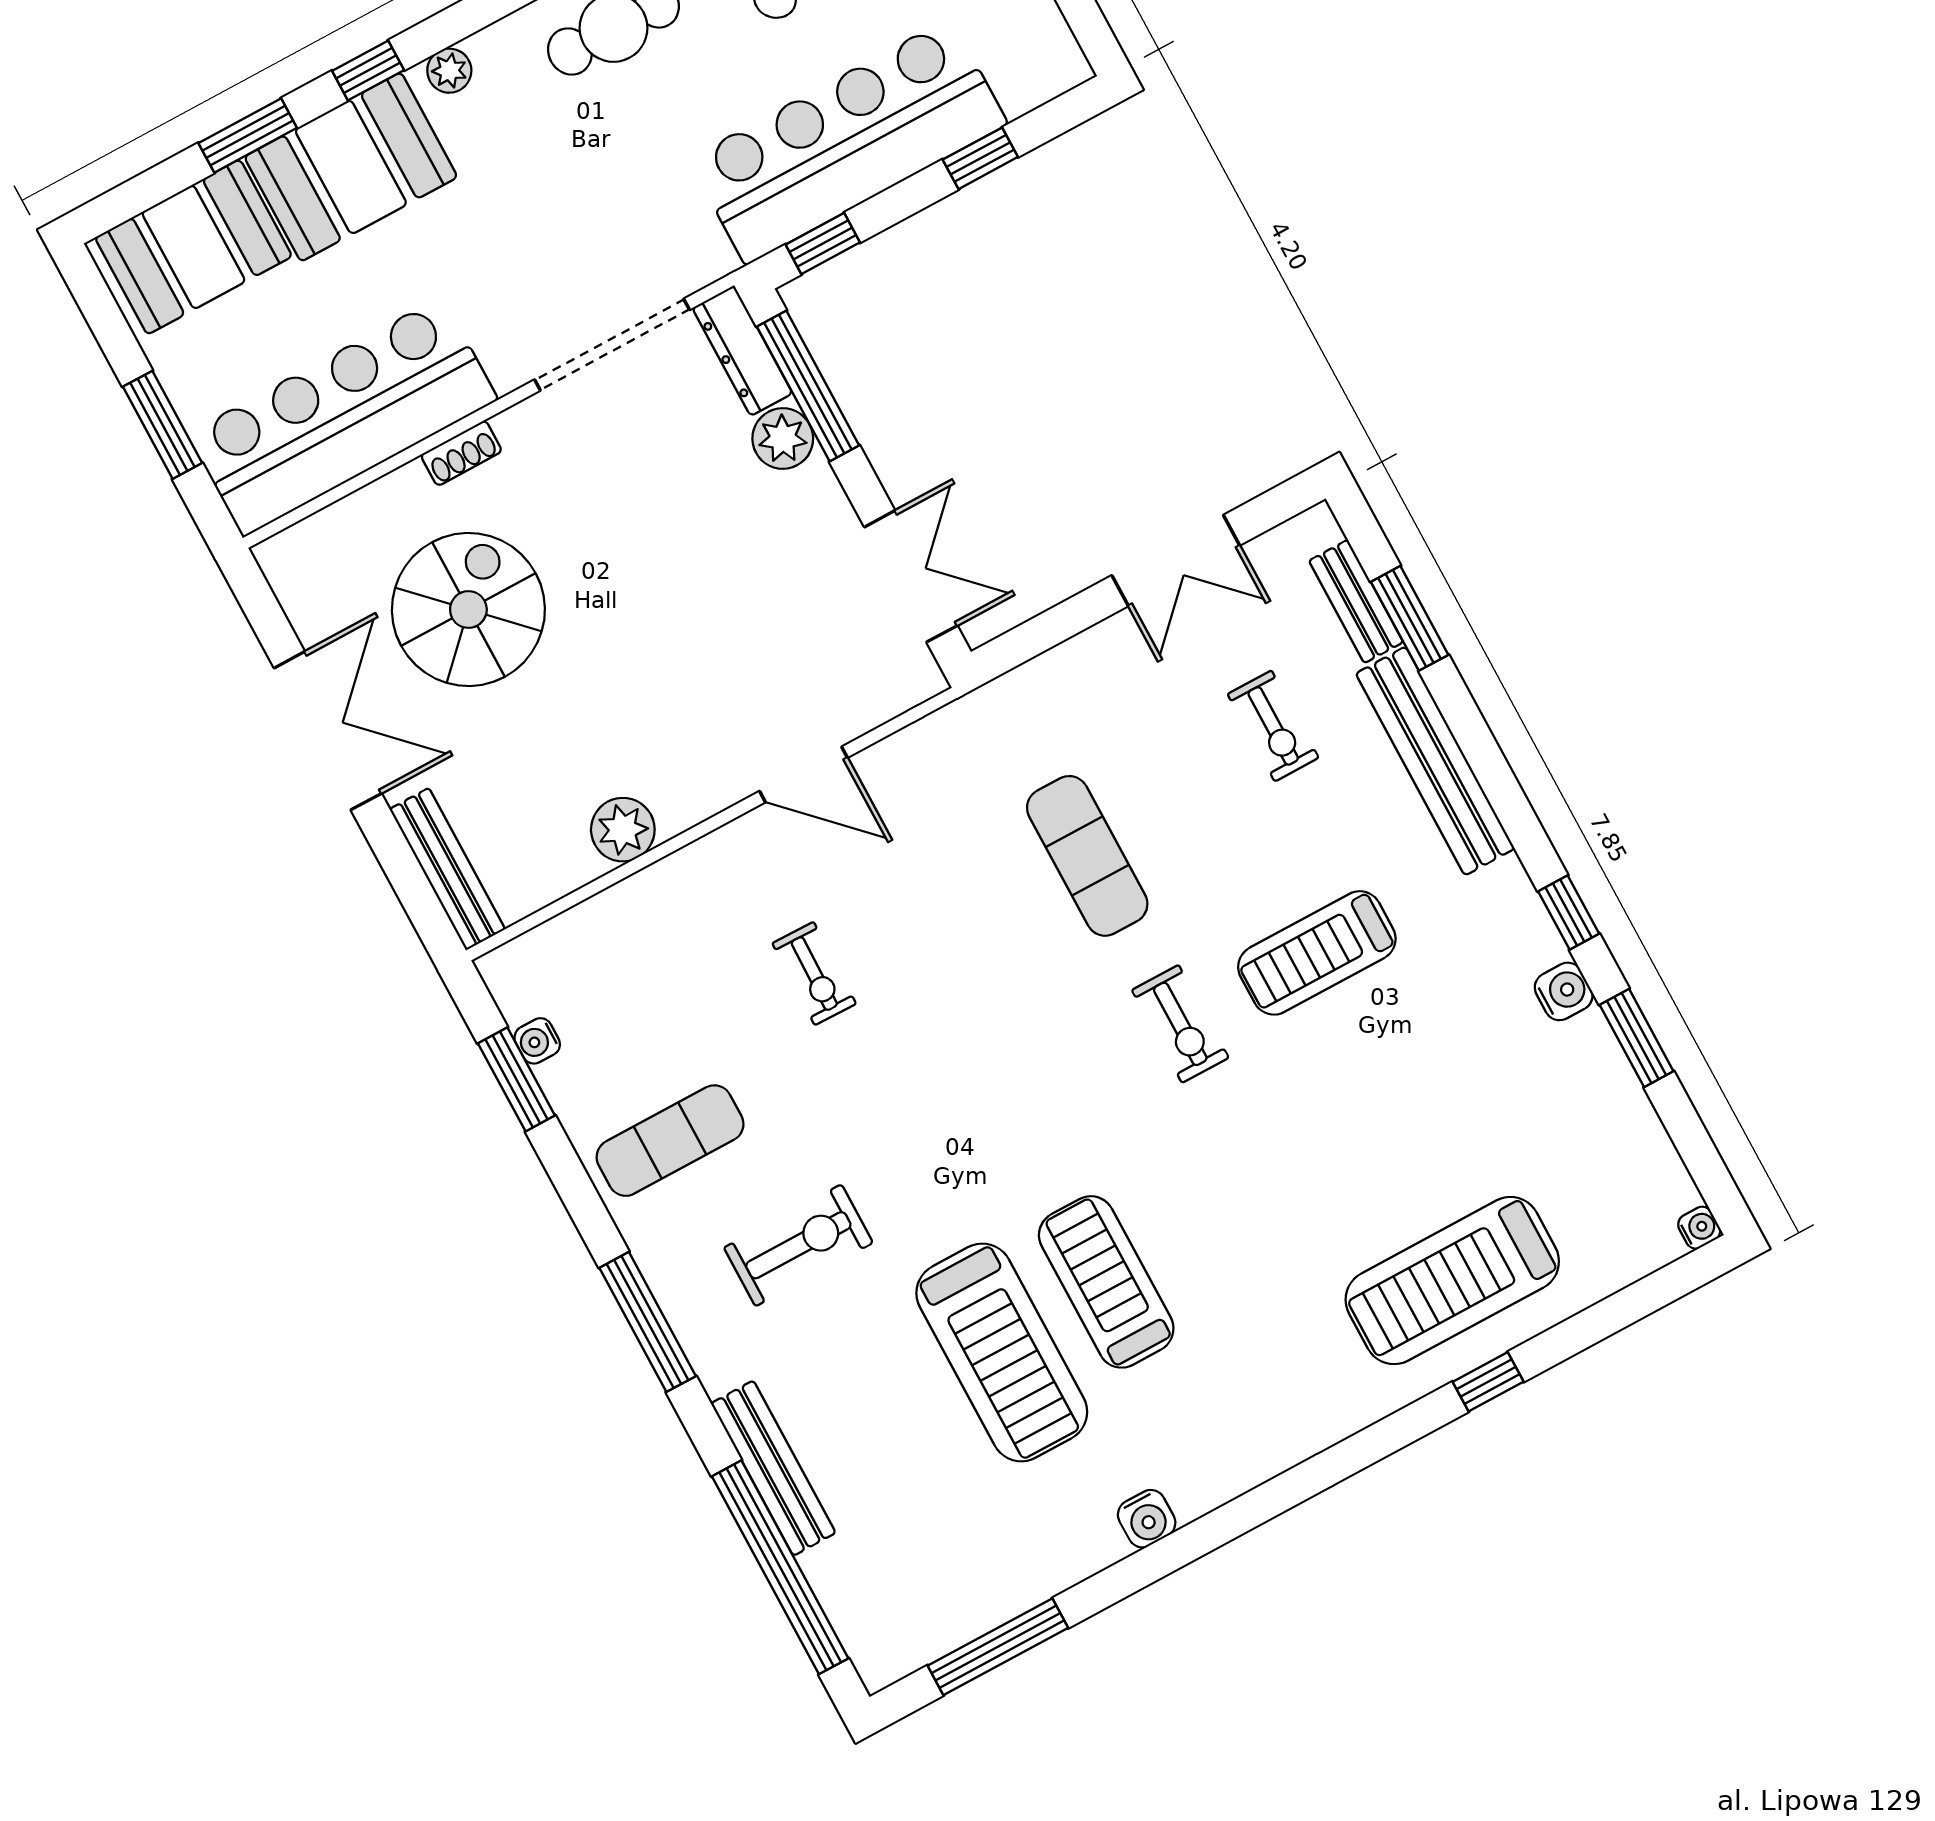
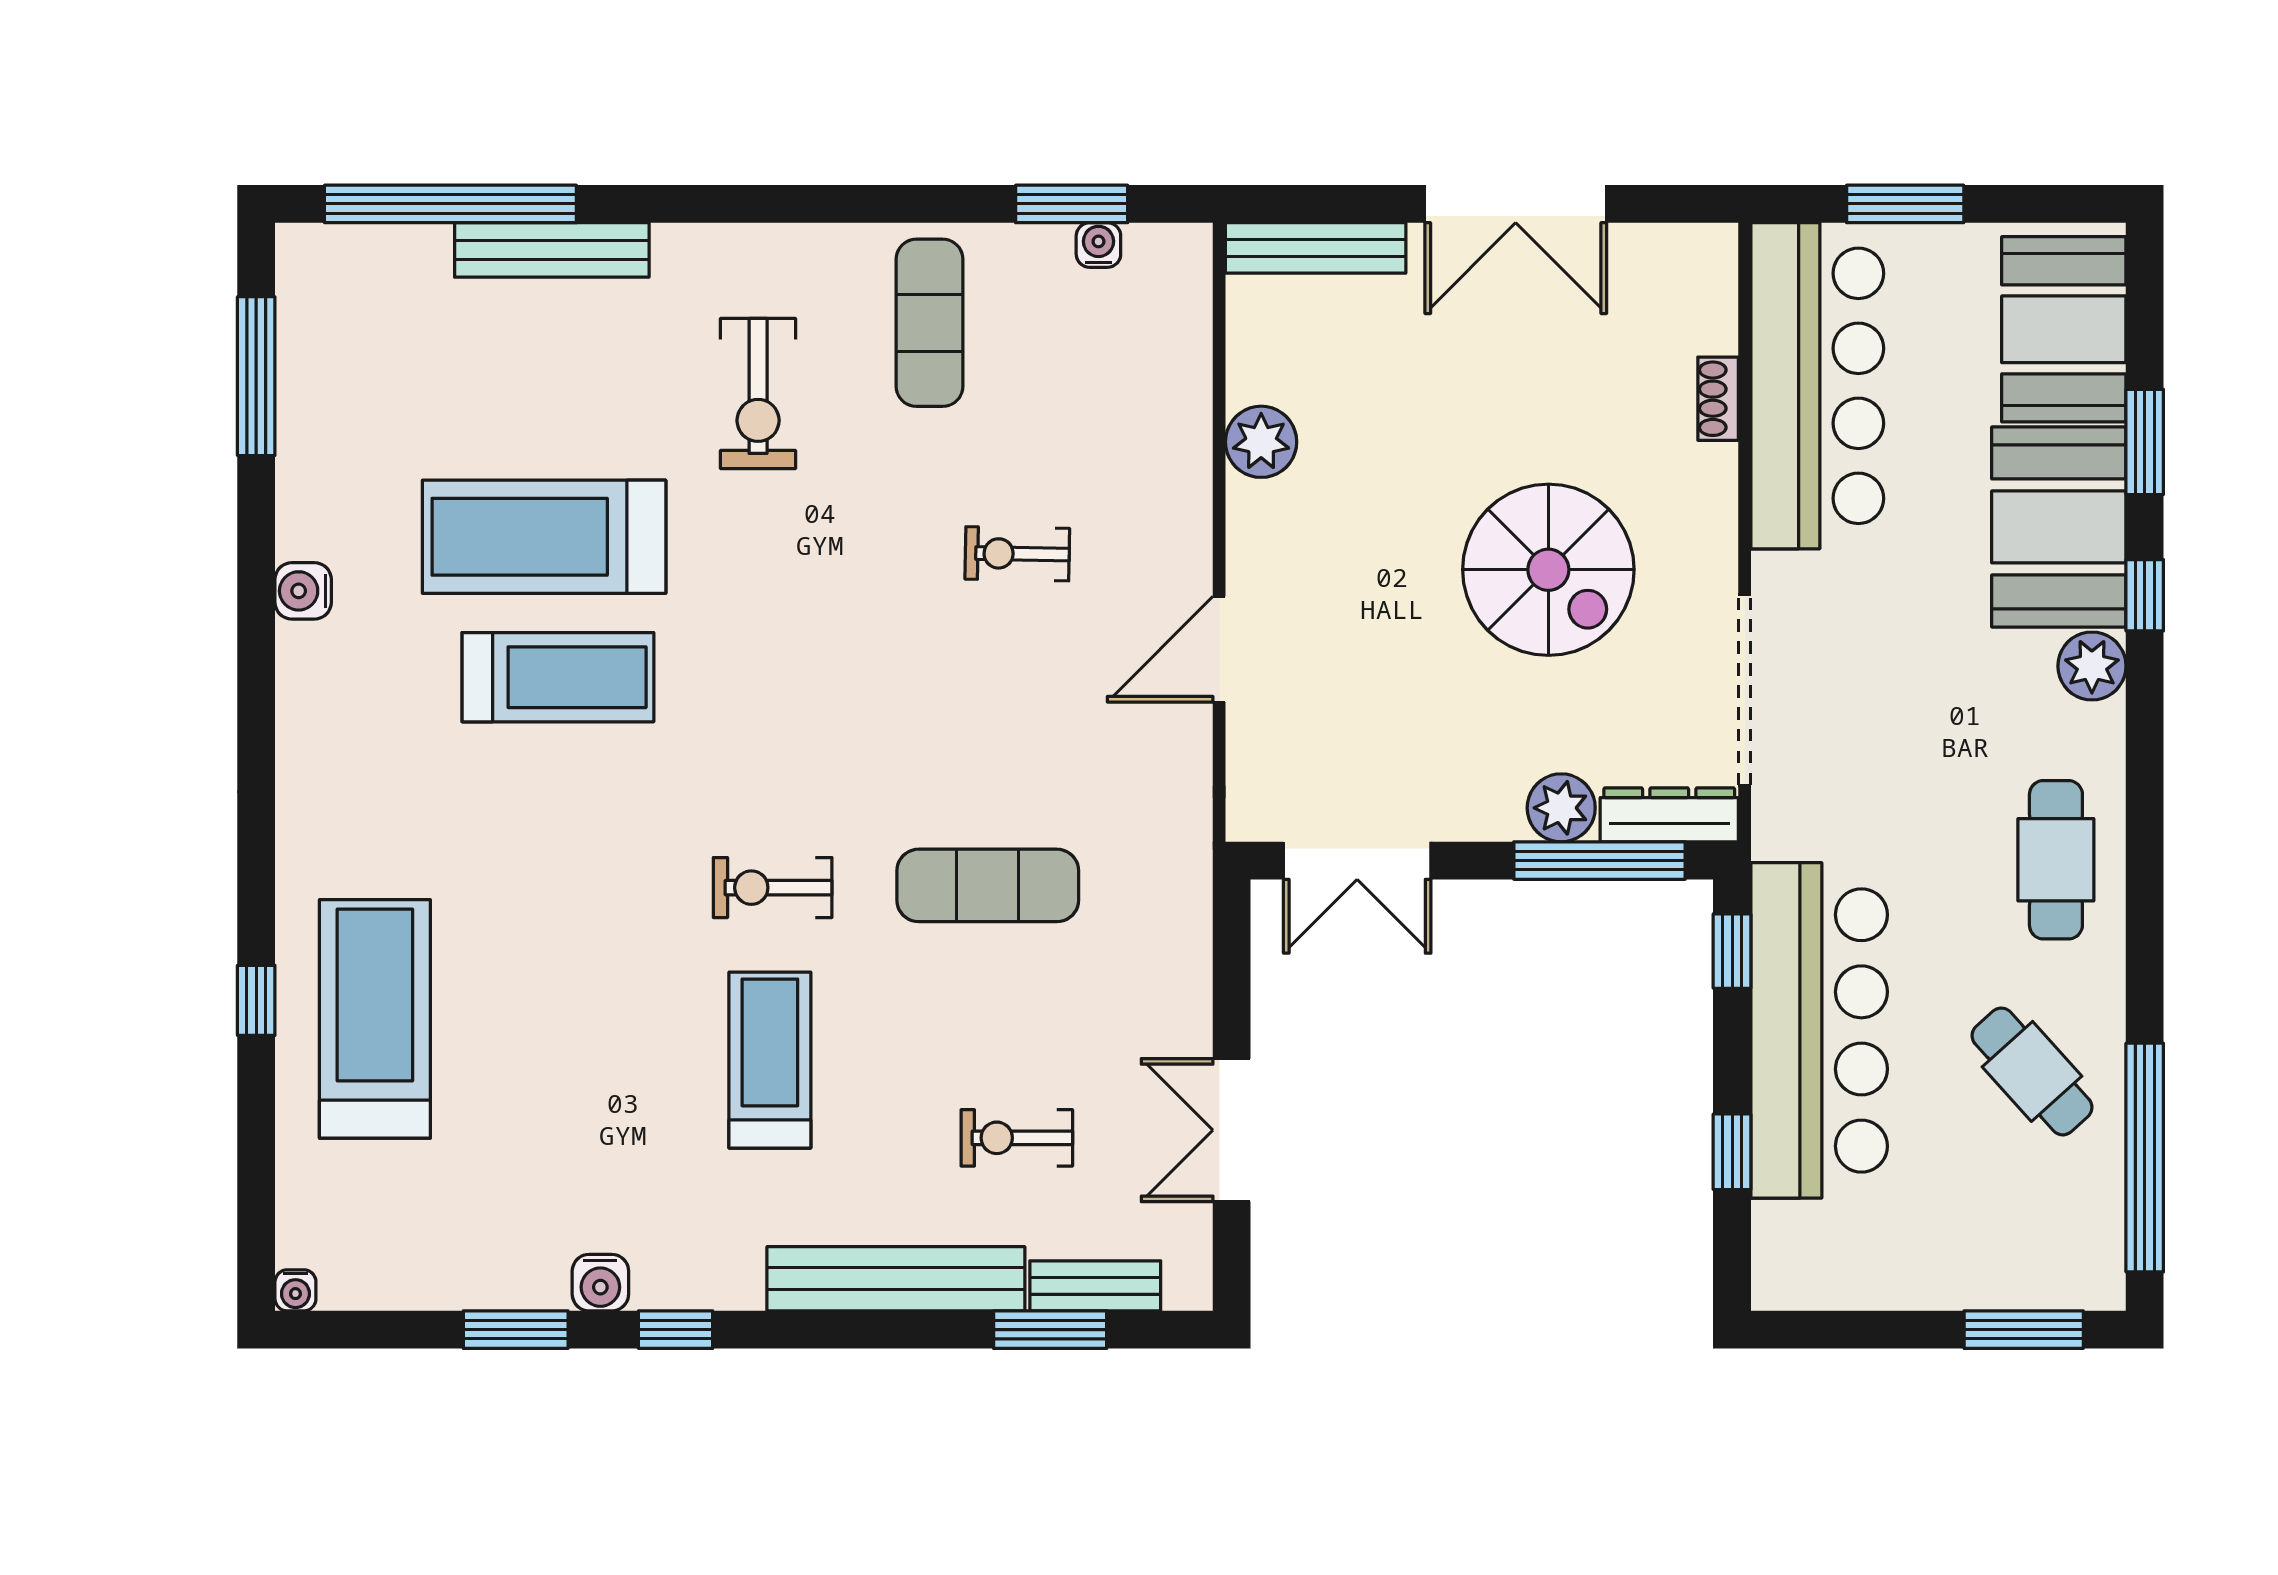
plant: (449, 71) -> (2092, 666), width x1.38, depth x1.38
shoe rack: (461, 453) -> (1718, 399), moved
spiral stairs: (468, 609) -> (1548, 570), moved
window: (648, 1322) -> (763, 204), removed

